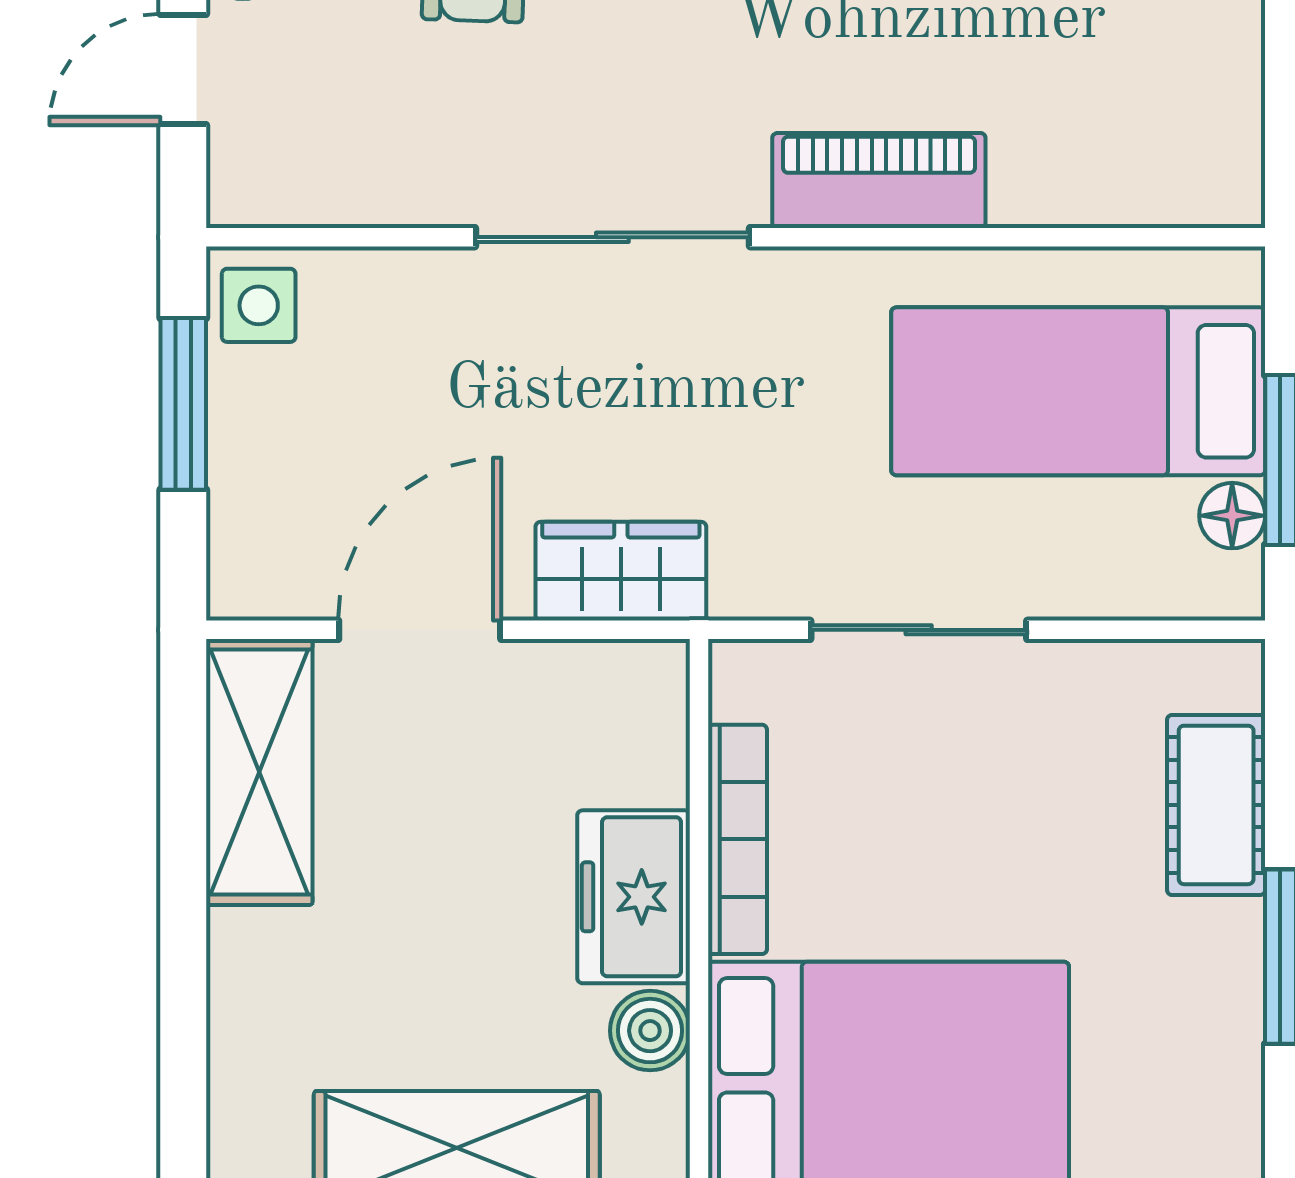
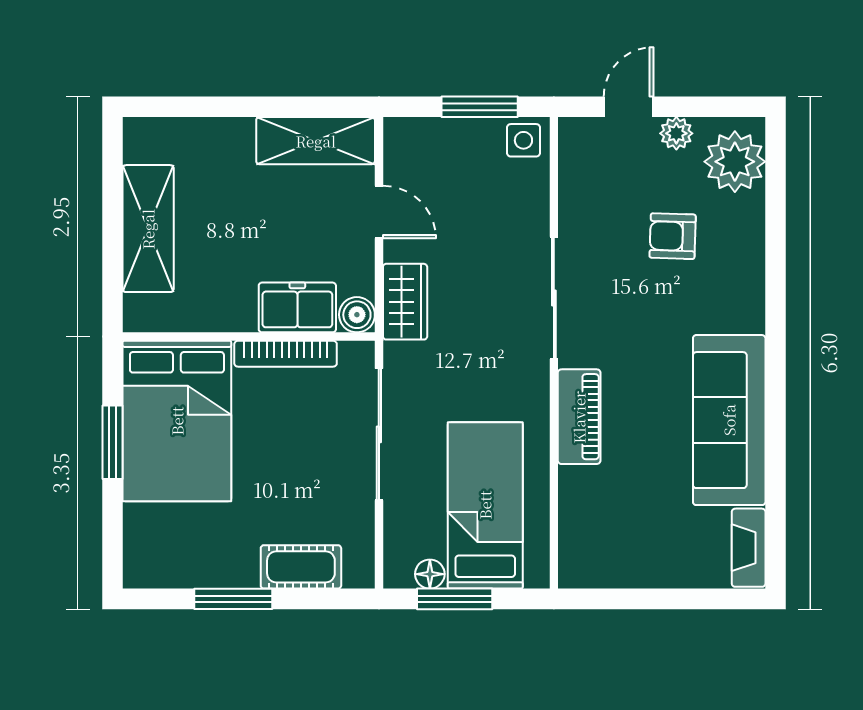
door: (183, 70) -> (629, 107), hinge flipped
door: (420, 630) -> (379, 212), width x0.73
sliding door: (919, 630) -> (379, 434), width x1.37
freezer: (634, 897) -> (297, 307), moved
boiler: (650, 1031) -> (357, 315), moved

